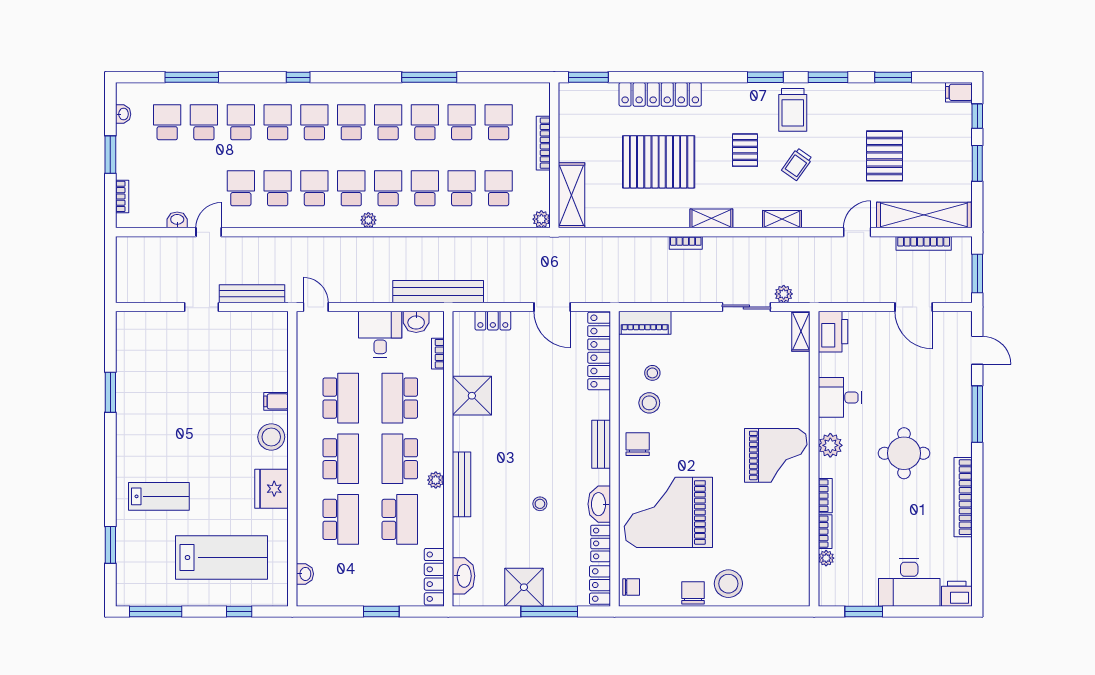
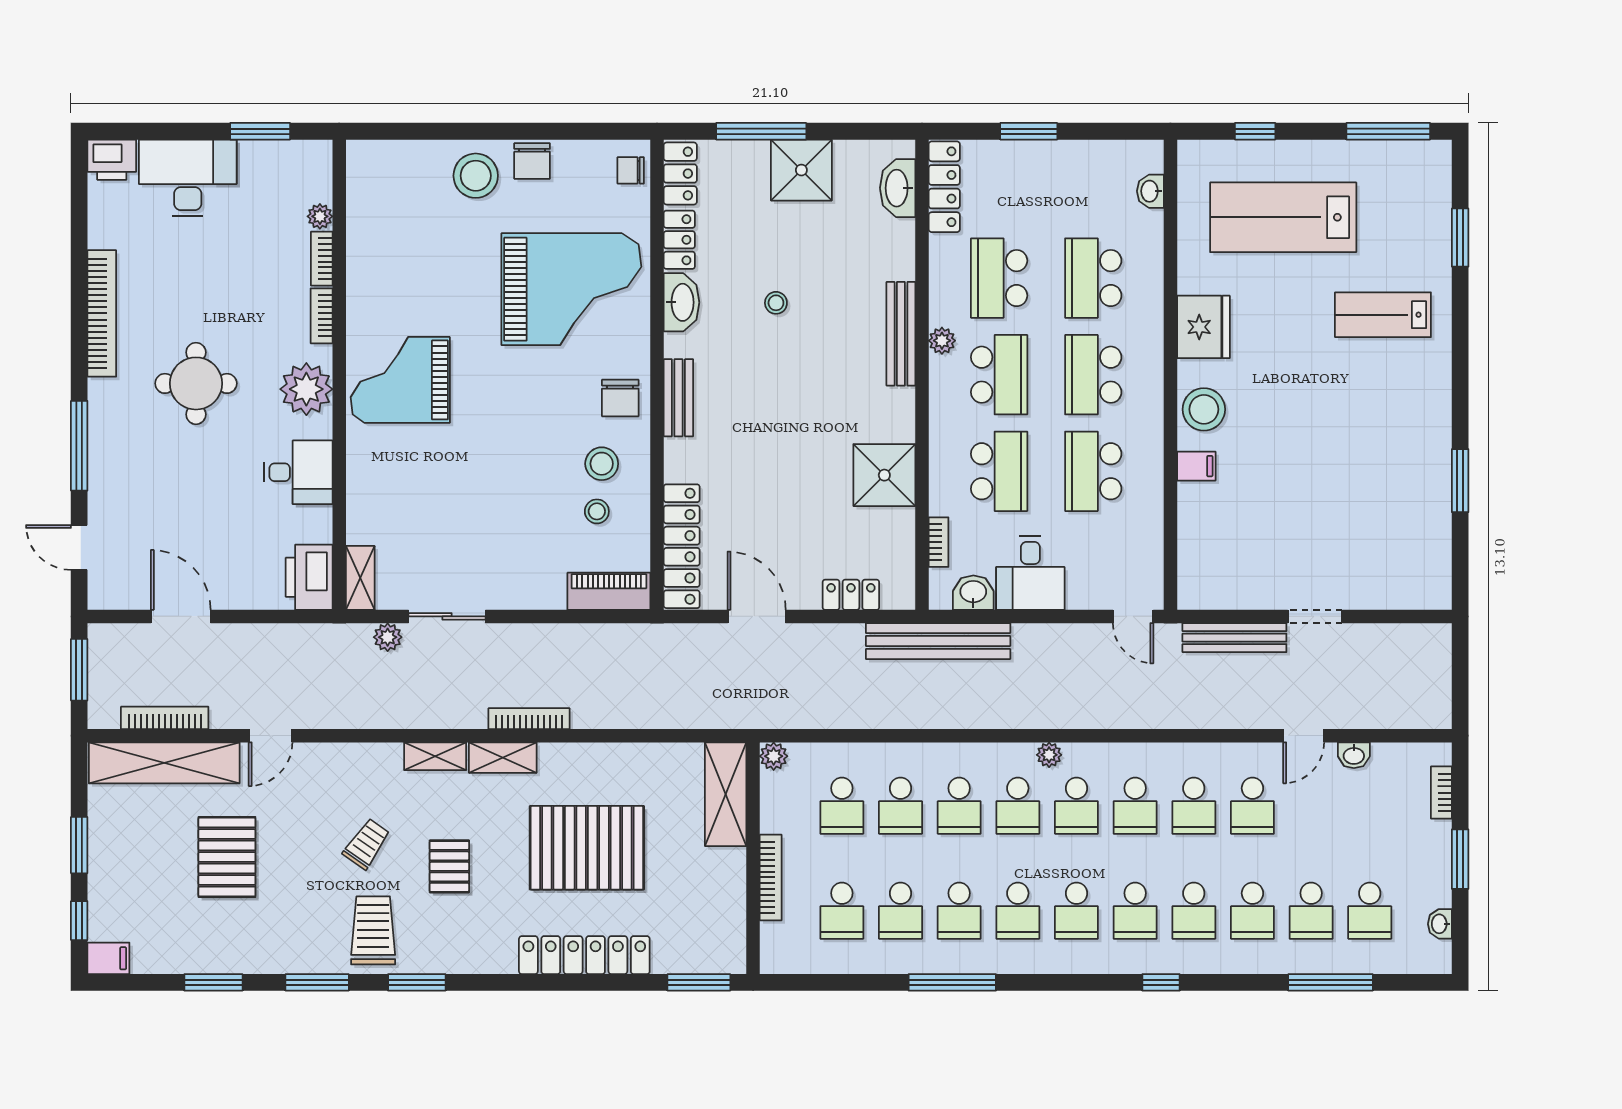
shelving: (782, 219) -> (435, 756), moved
bookcase: (686, 243) -> (529, 719), width x1.56
plant: (830, 445) -> (306, 389), width x1.36, depth x1.36

